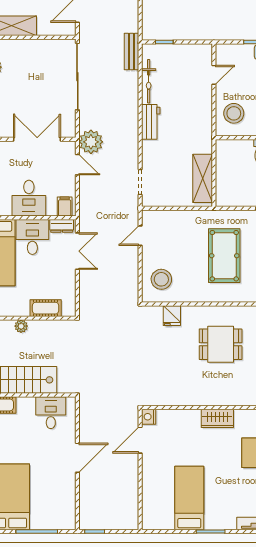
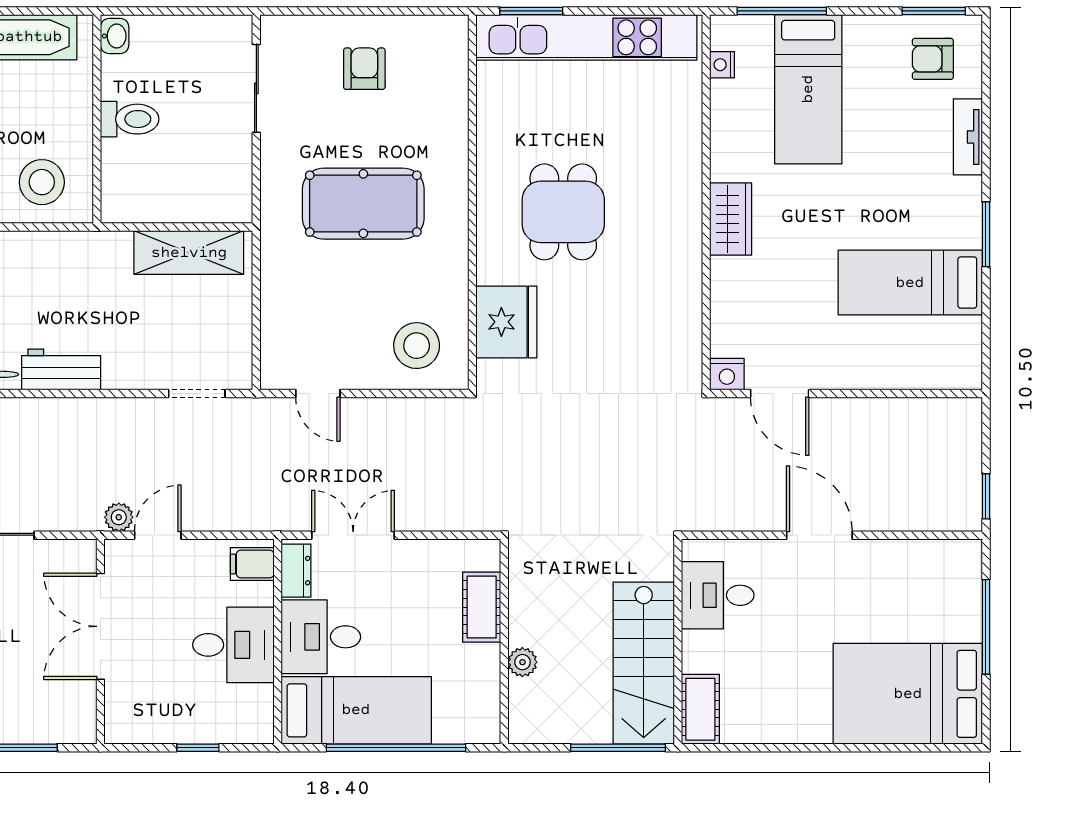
plant: (91, 142) -> (119, 517), width x0.53, depth x0.53
fridge: (172, 316) -> (506, 322), width x1.88, depth x1.34

